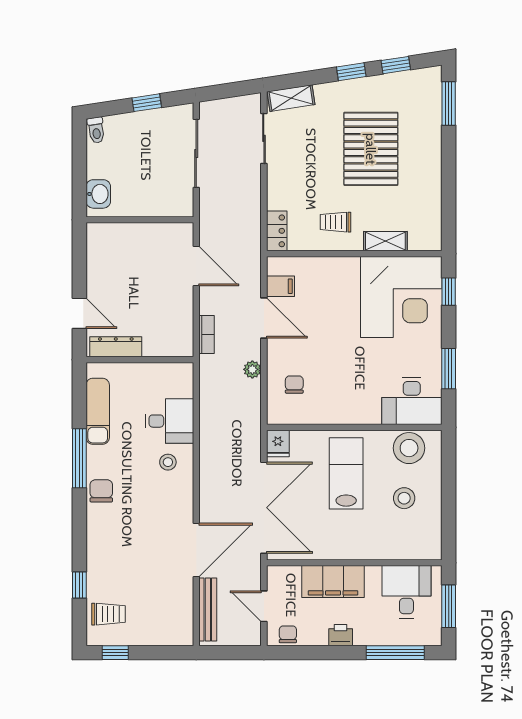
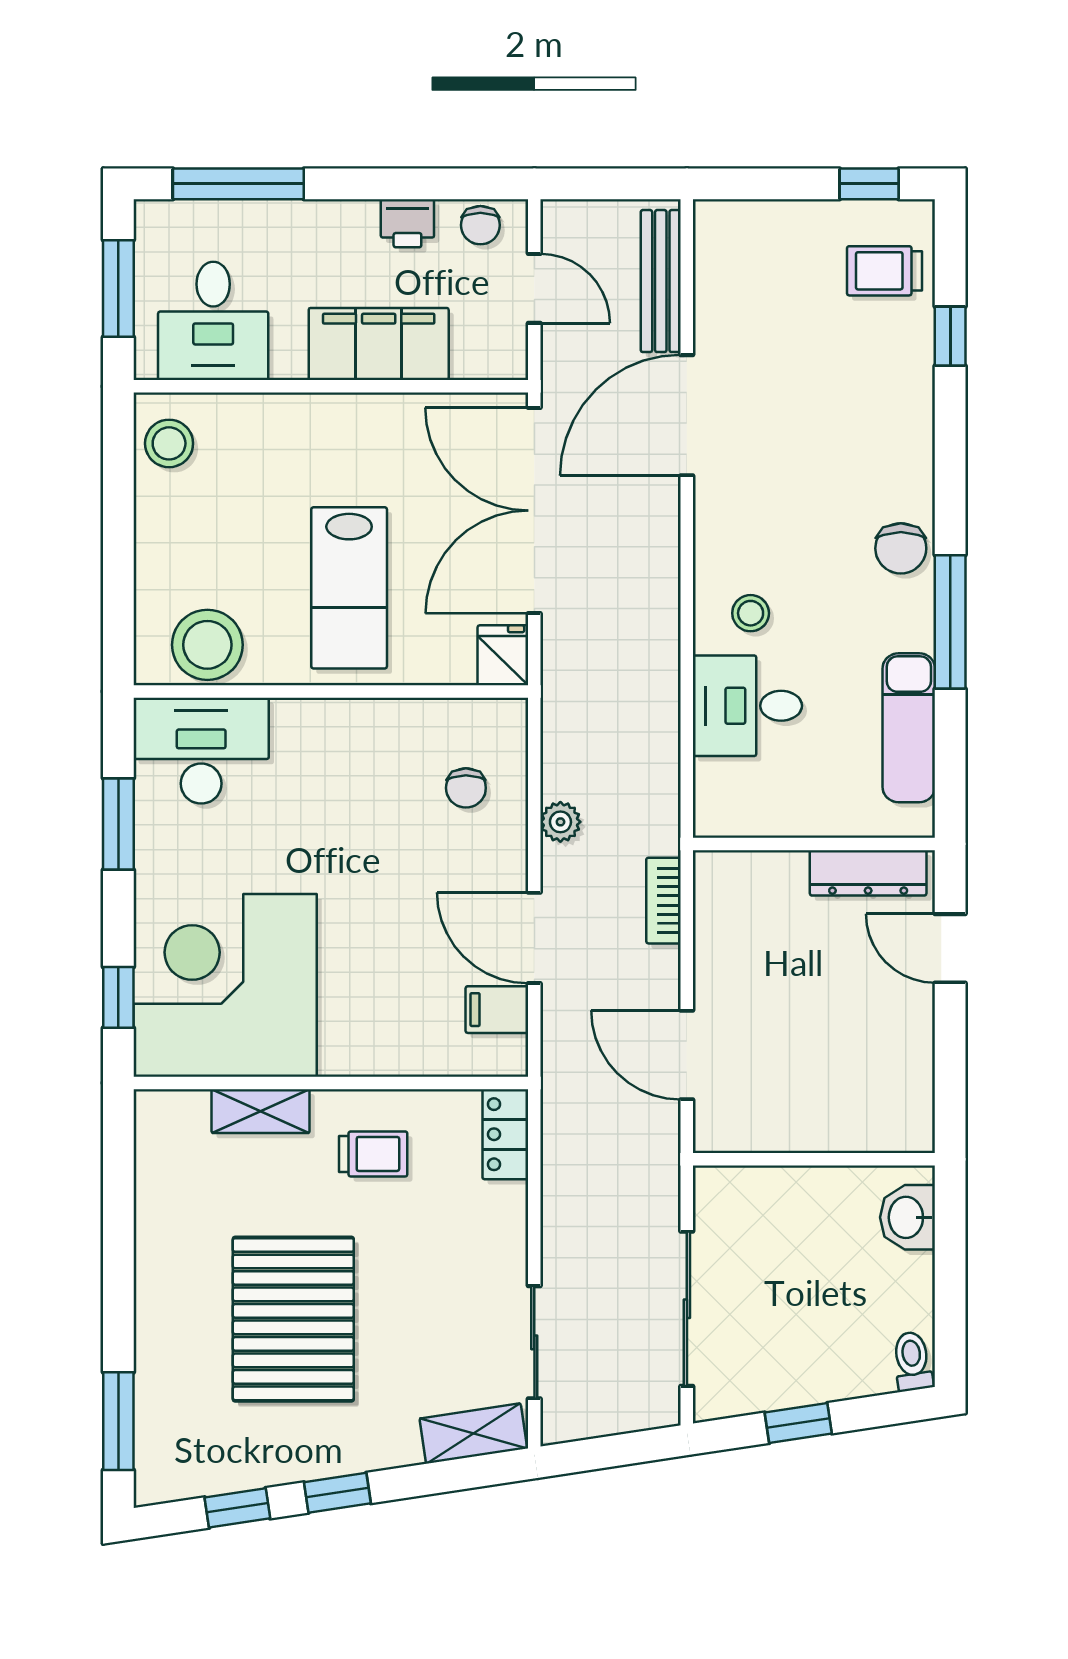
stool: (404, 498) -> (169, 443), moved
printer: (341, 635) -> (407, 223), moved

